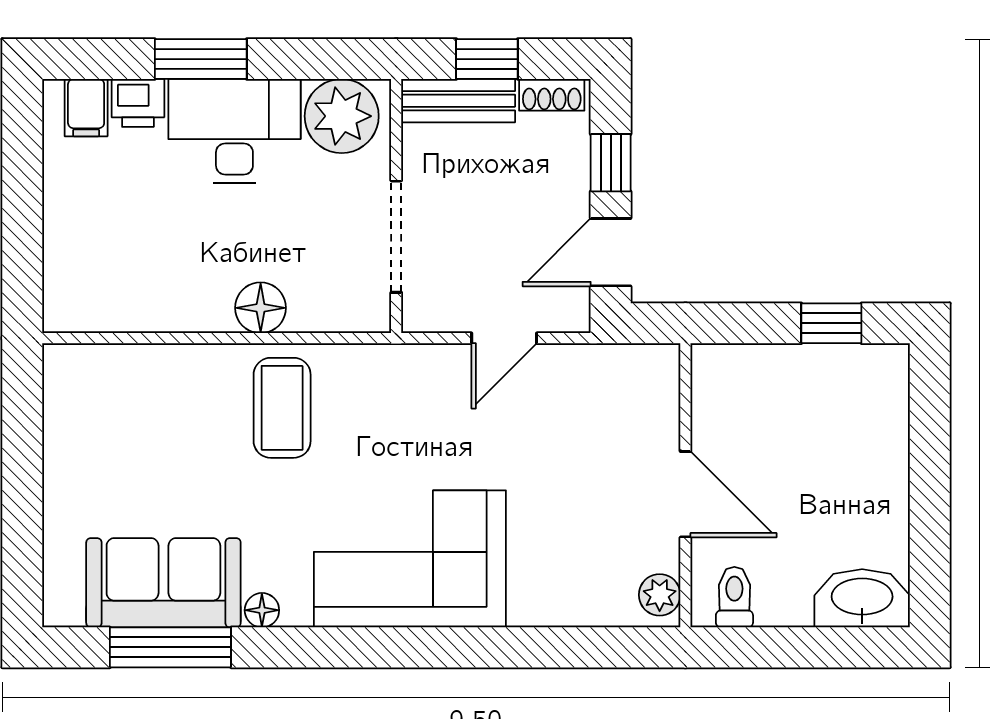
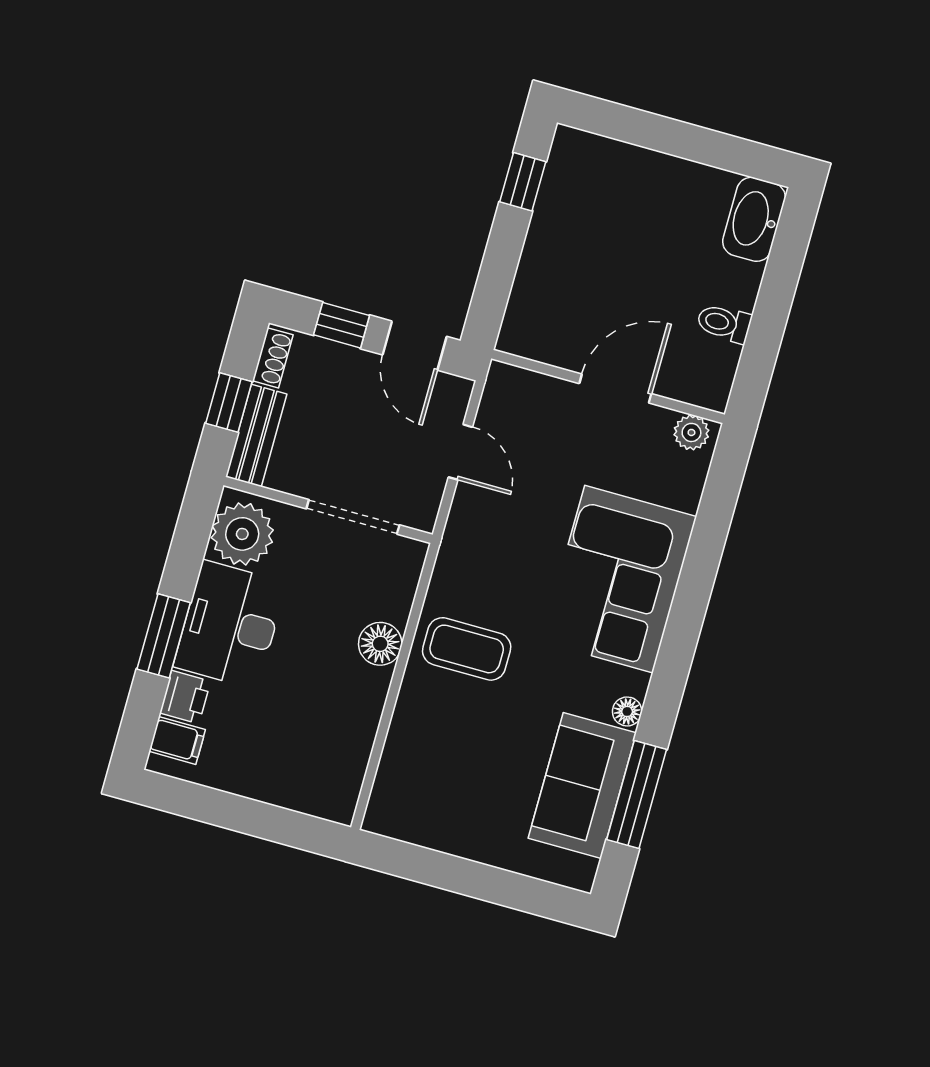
wall: (685, 485) -> (608, 386), moved
door: (685, 494) -> (615, 389), moved
plant: (660, 595) -> (691, 432), moved

